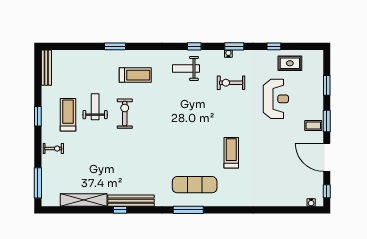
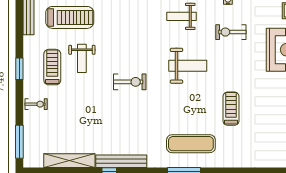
treadmill: (135, 75) -> (70, 17), moved, width x1.37, depth x1.38
weight bench: (95, 107) -> (82, 58), turned 180
exercise bike: (125, 114) -> (130, 82), moved, turned 90
weight bench: (192, 114) -> (188, 66), added

